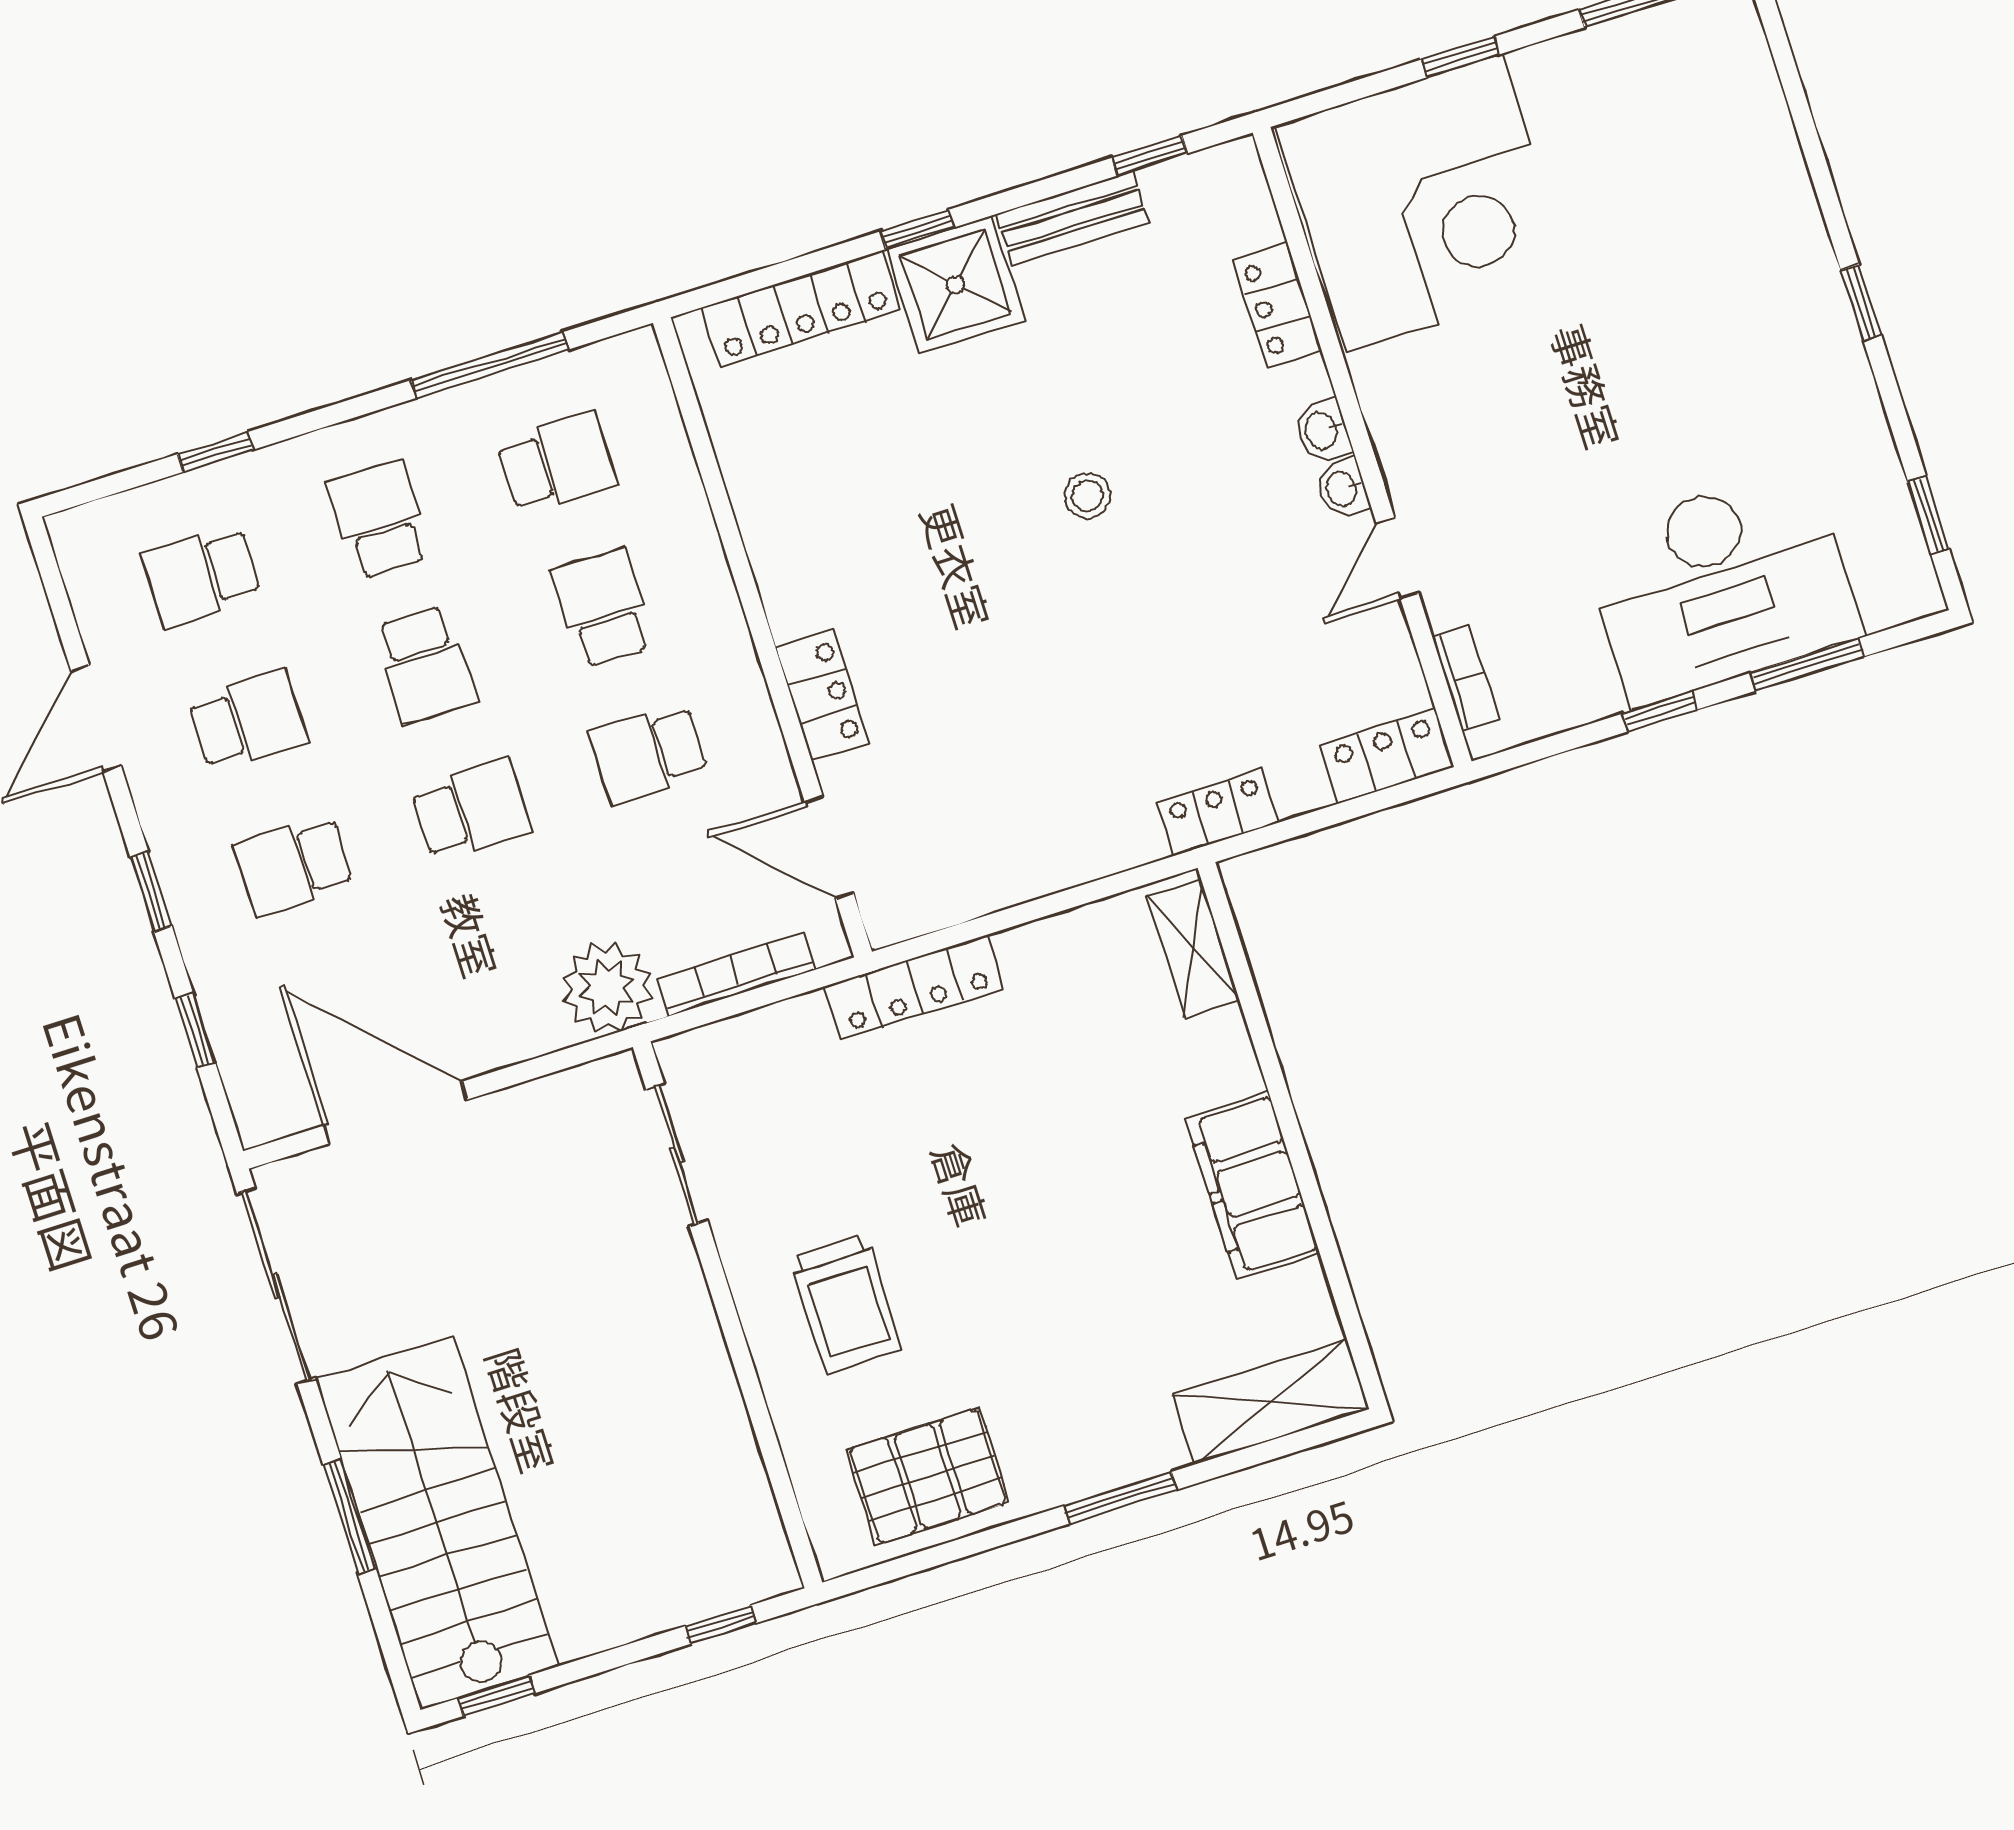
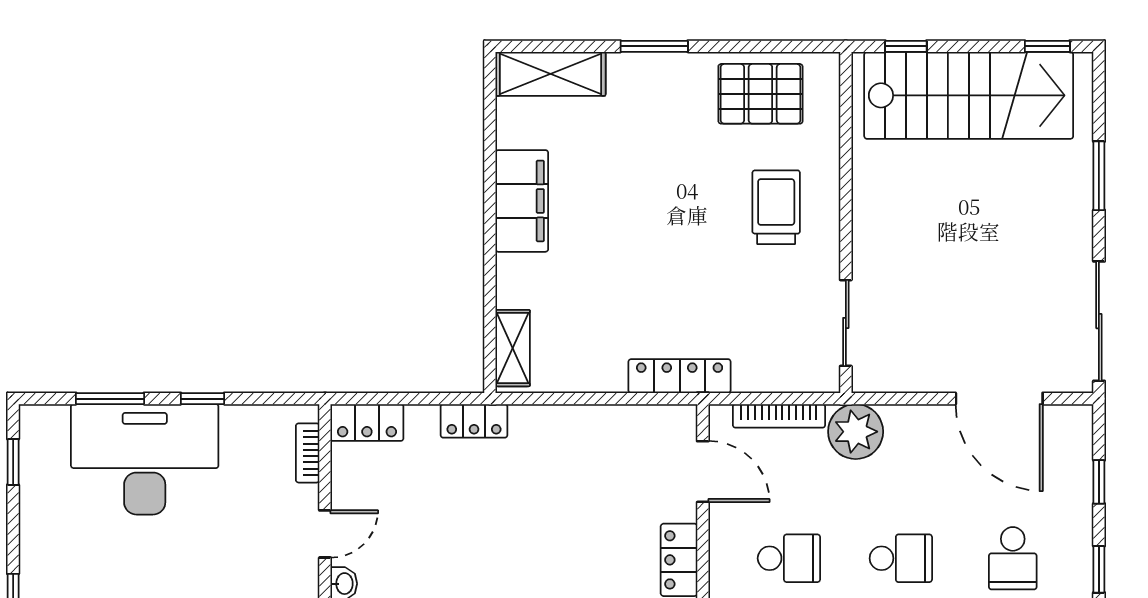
school desk: (471, 810) -> (901, 558), turned 180
school desk: (293, 866) -> (1013, 558), turned 90
stairs: (437, 1523) -> (969, 95), moved, turned -90

